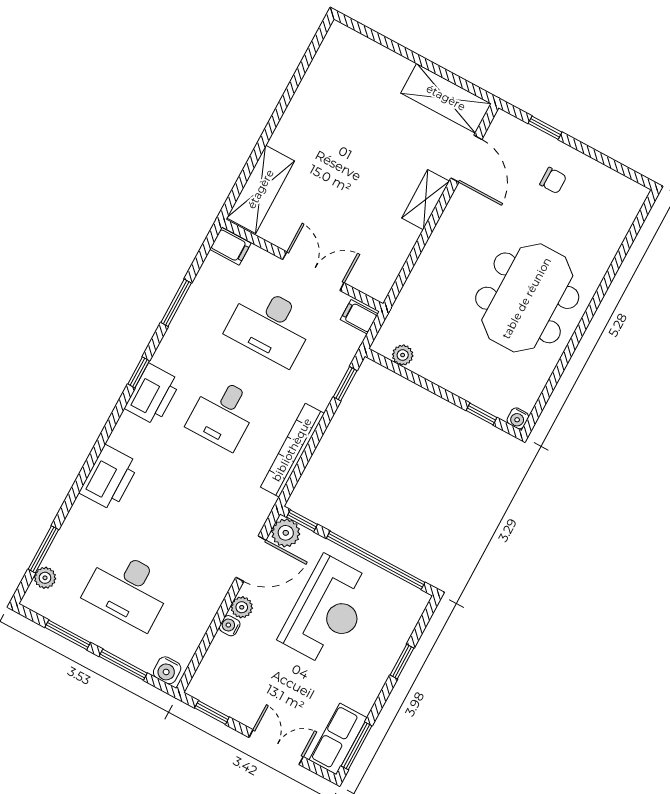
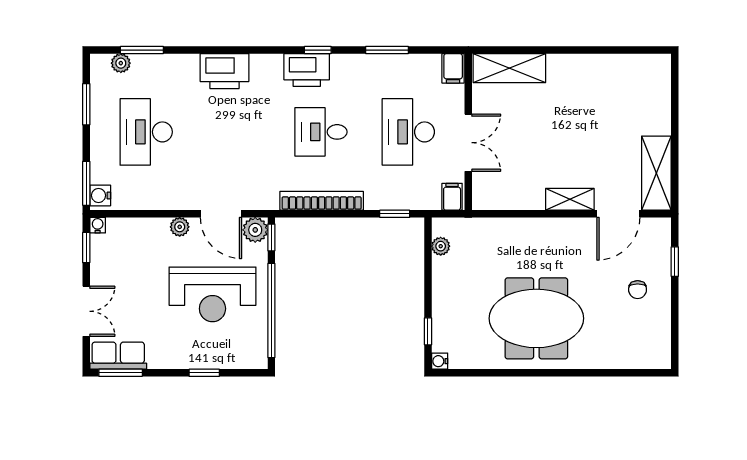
water cooler: (230, 626) -> (98, 225), moved
window: (123, 665) -> (86, 183), moved

